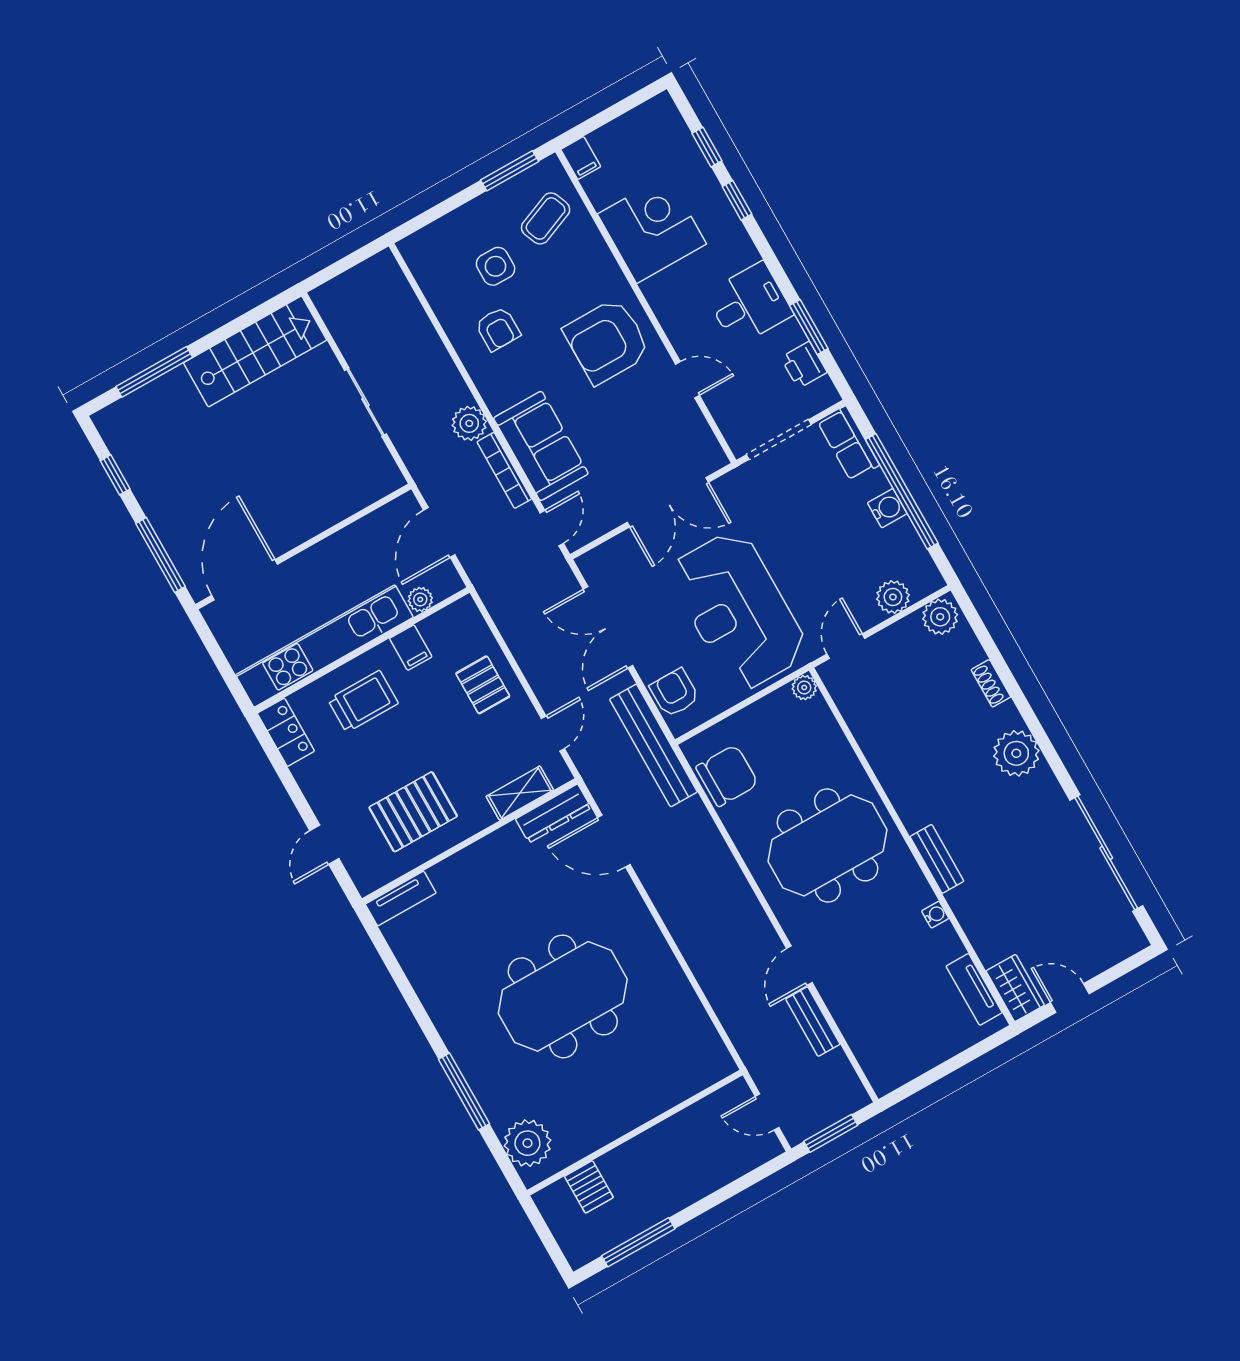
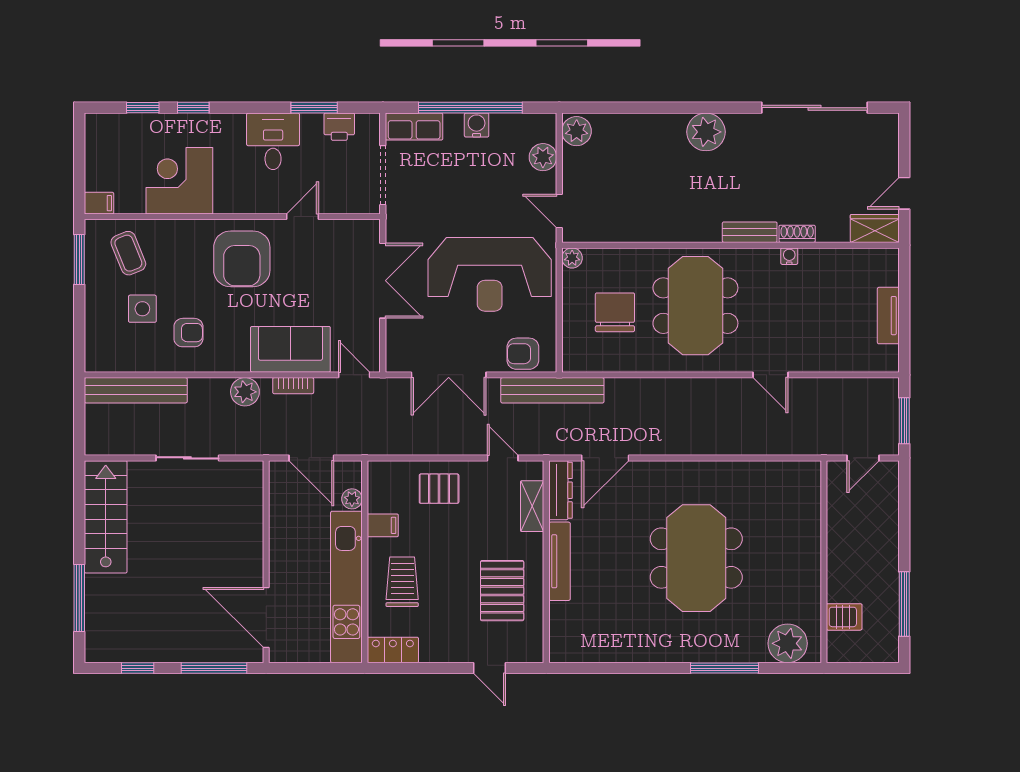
bookcase: (504, 470) -> (293, 386), width x0.64
shoe rack: (991, 683) -> (797, 234), moved, turned 180
chair: (727, 776) -> (615, 312), moved
tv unit: (401, 898) -> (560, 561), moved, width x1.41
tv unit: (974, 989) -> (888, 316), moved, turned 90
bench: (813, 1022) -> (136, 390), moved, width x1.86, depth x1.21

